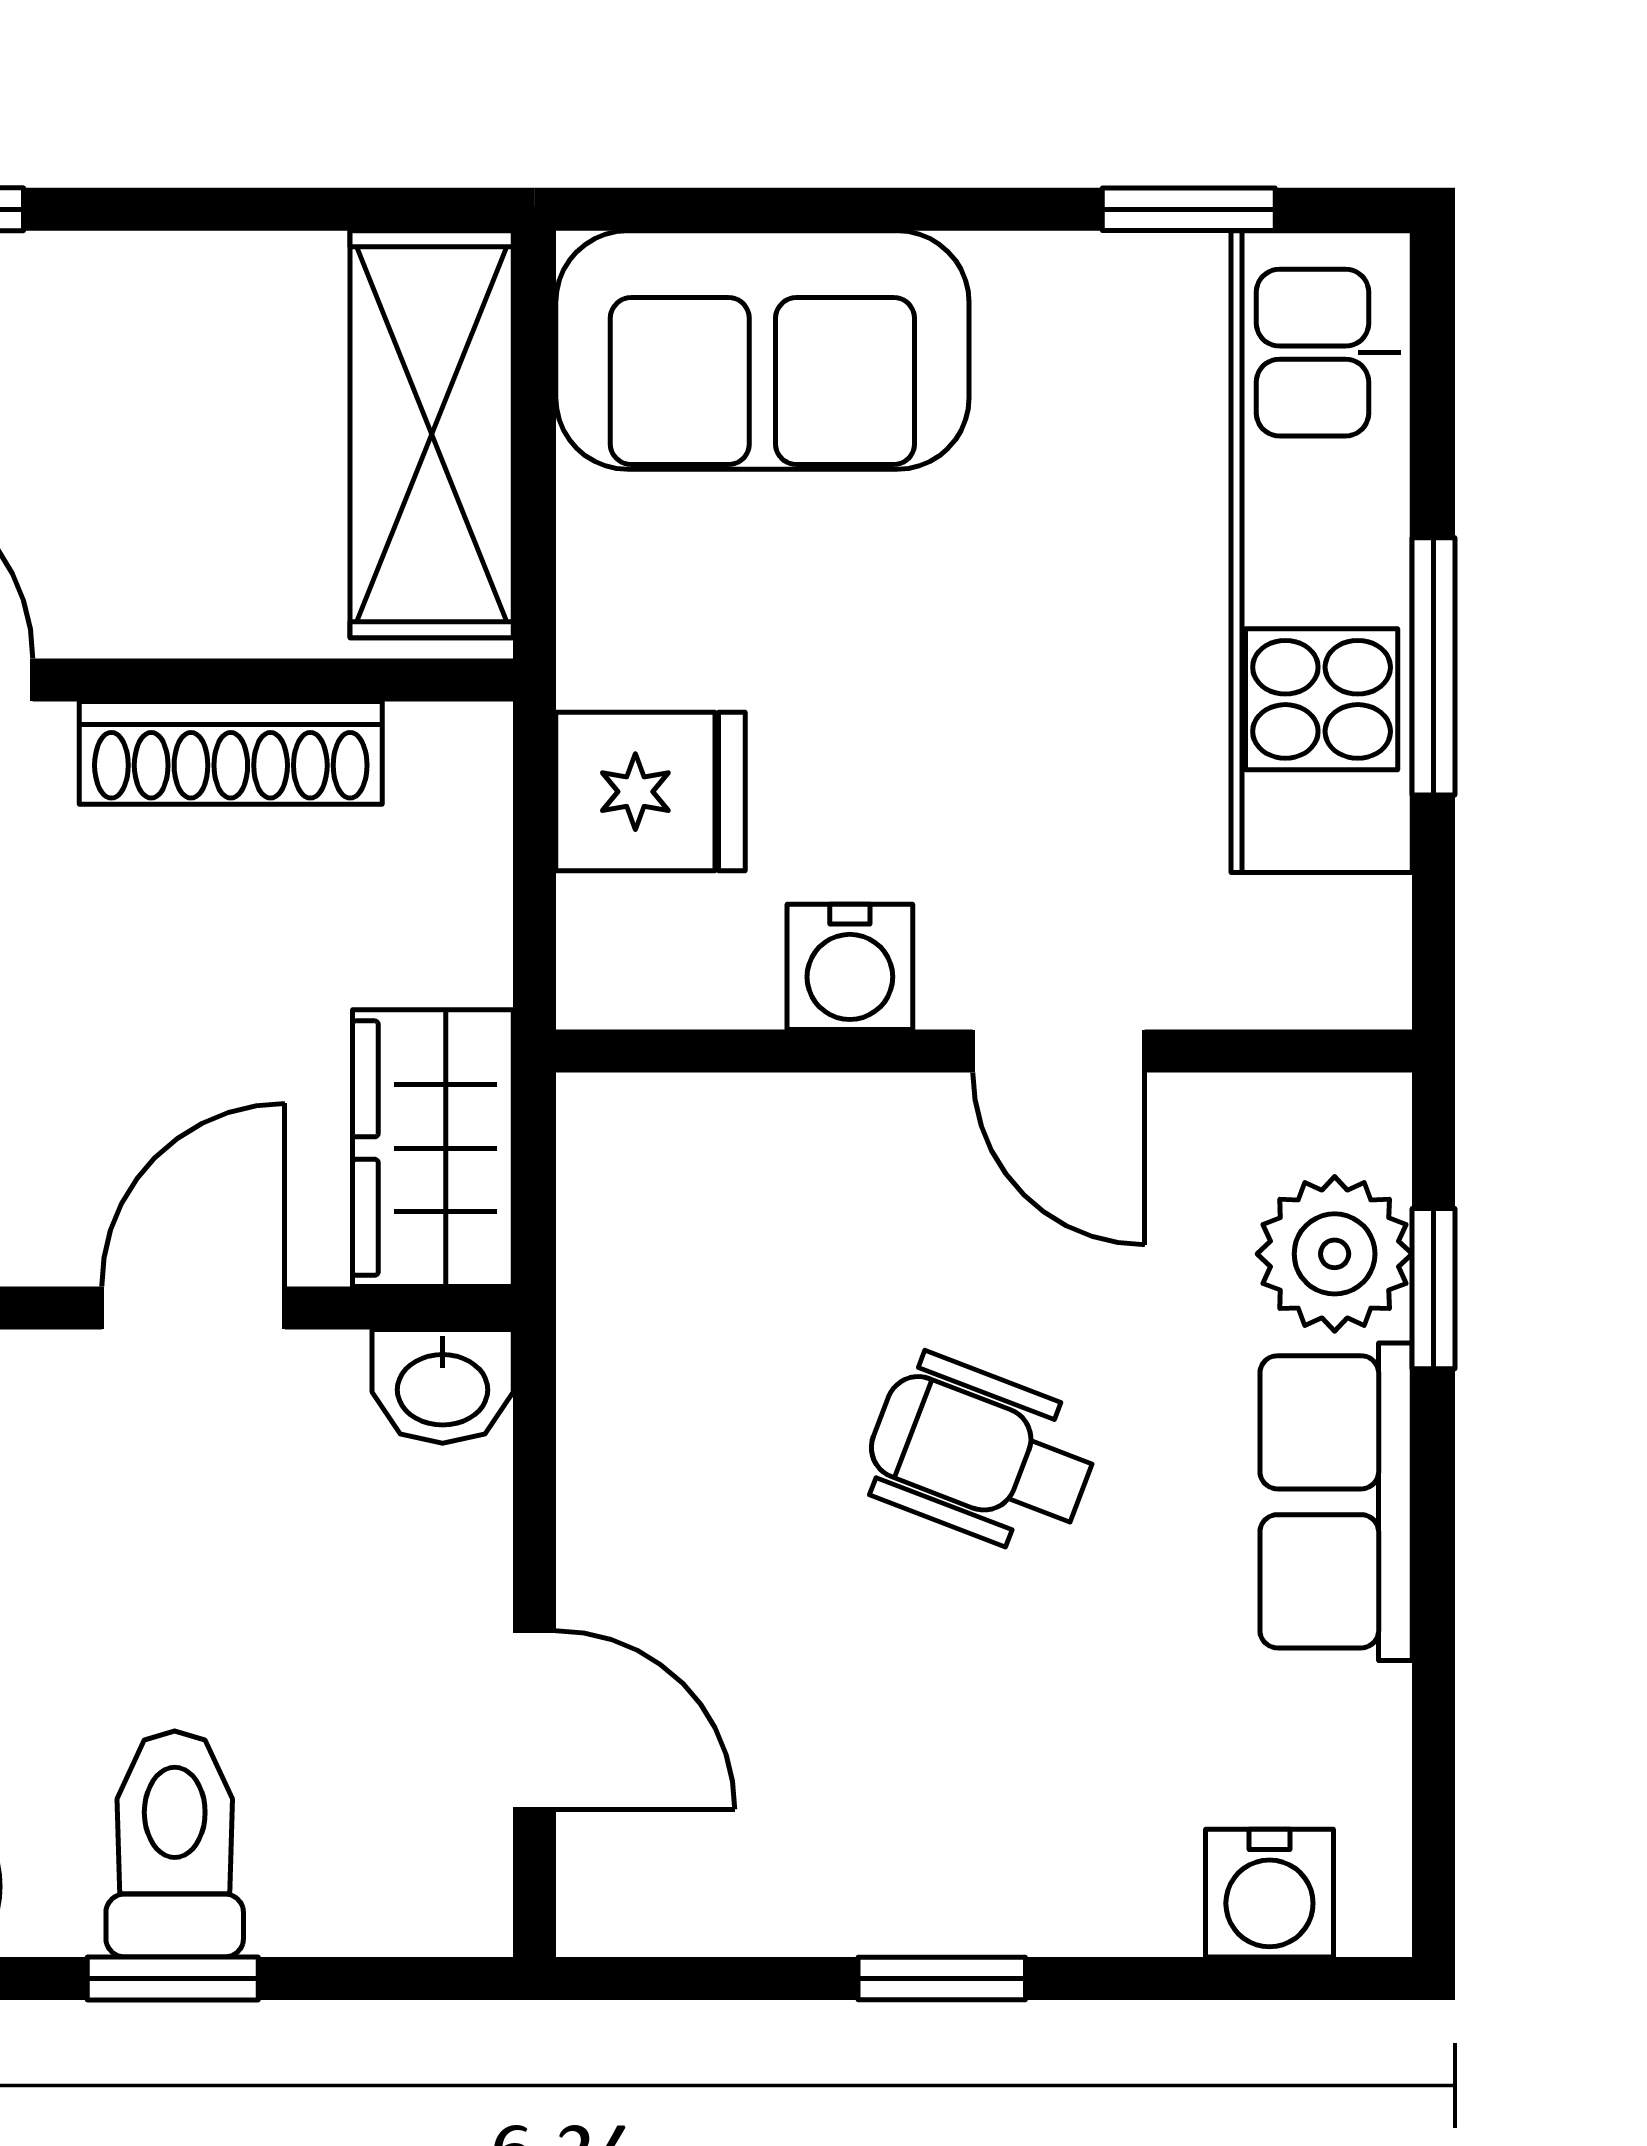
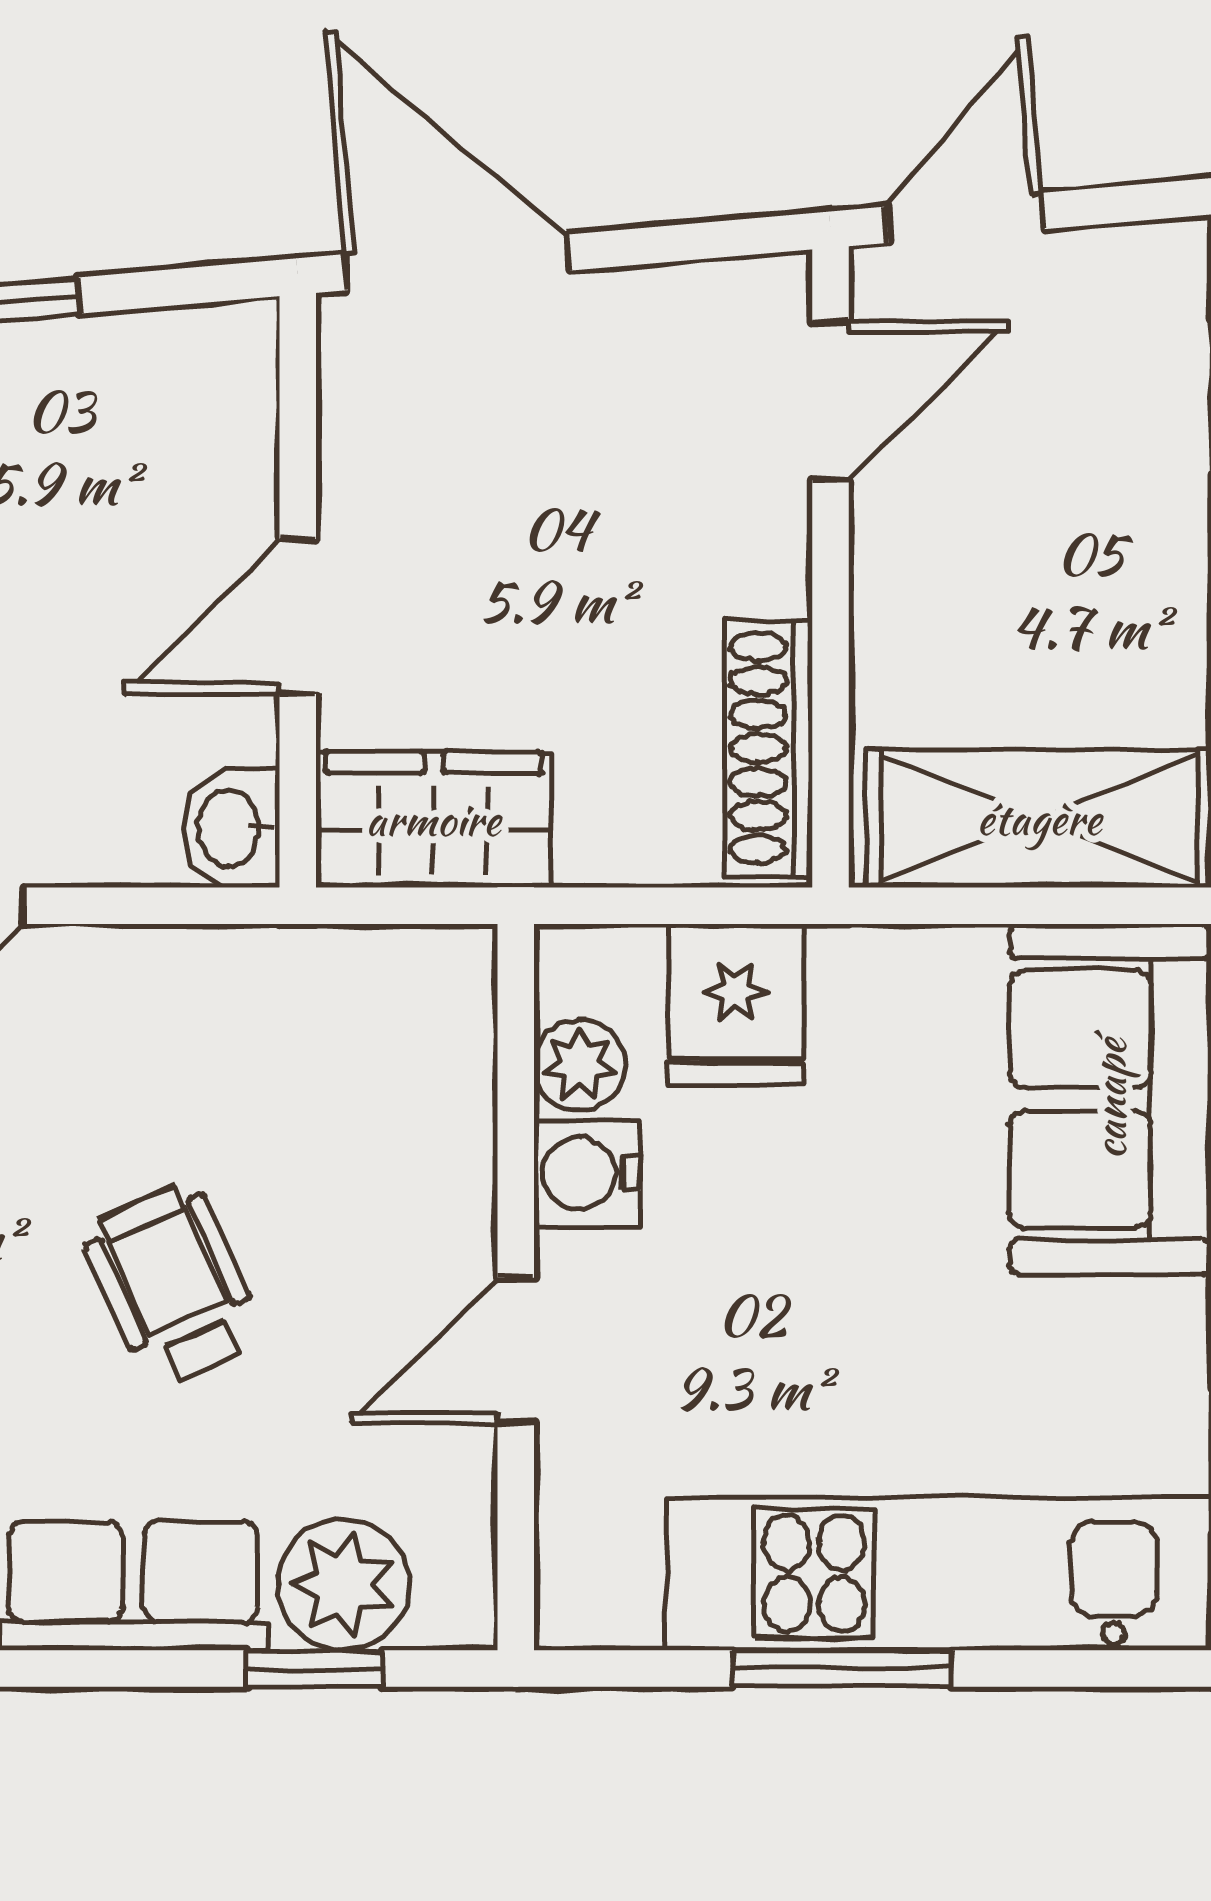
shoe rack: (231, 753) -> (769, 748), moved
plant: (722, 976) -> (580, 1065), added
door: (193, 1308) -> (298, 616), swing flipped
wheelchair: (981, 1455) -> (173, 1285), turned -45

